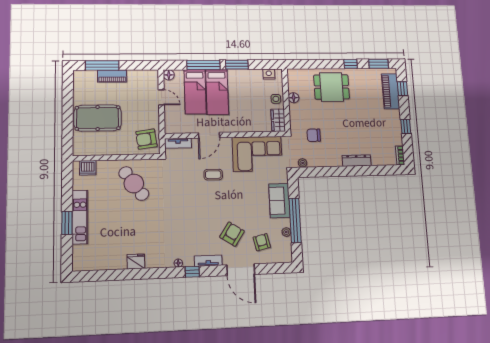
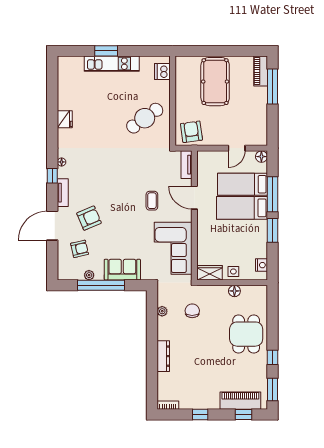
piano: (112, 76) -> (261, 71), moved
plant: (303, 163) -> (162, 311), moved
armchair: (232, 234) -> (89, 218), turned -56

